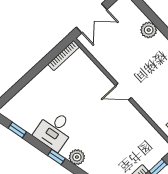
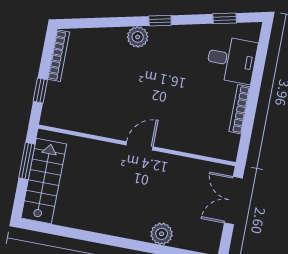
bookcase: (64, 55) -> (240, 109), moved
desk: (54, 130) -> (232, 60), moved, turned 103

